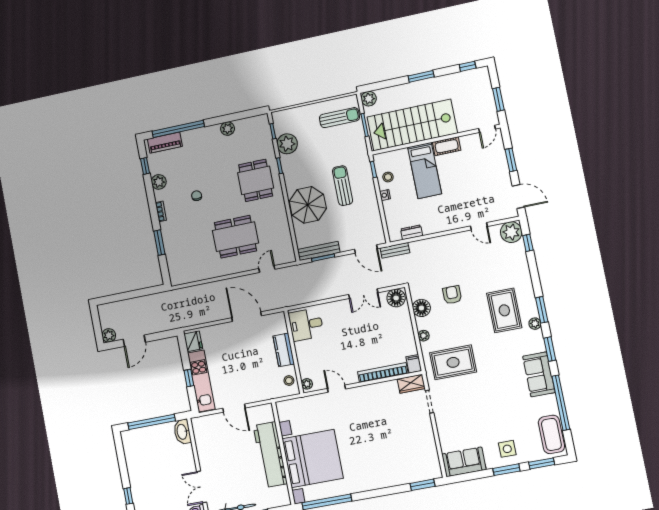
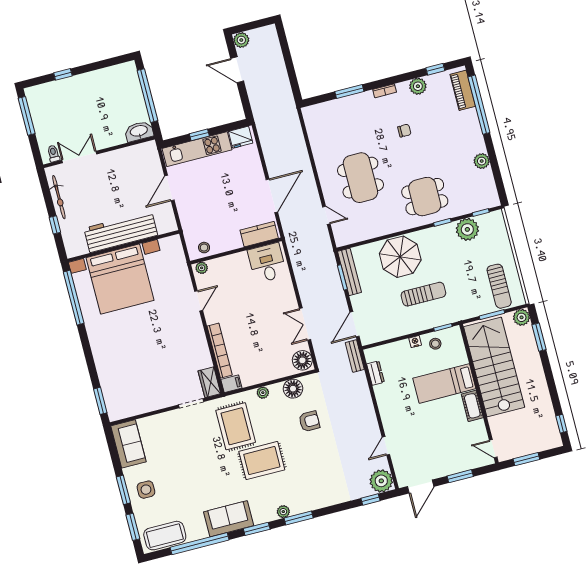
window: (421, 76) -> (539, 337), moved
rug: (504, 310) -> (262, 461), moved
kitchen counter: (284, 350) -> (259, 234), moved

